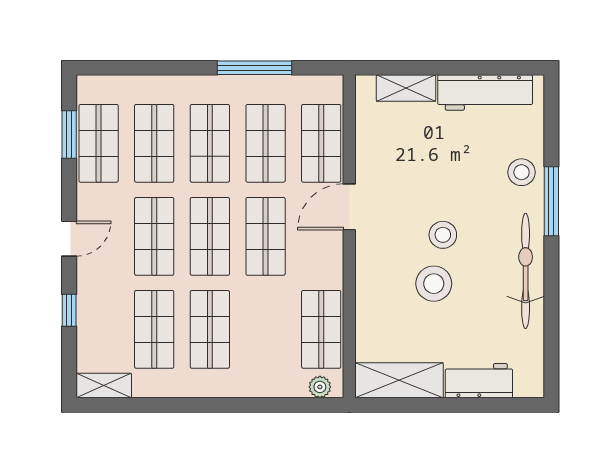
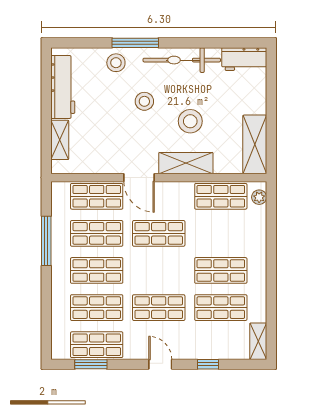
stool: (443, 235) -> (144, 101), moved
shop shelf: (210, 236) -> (159, 270), removed
shelving: (371, 277) -> (186, 163), added
workbench: (479, 381) -> (244, 59), moved, turned -90

